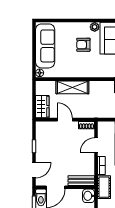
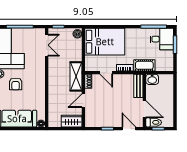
shelving: (72, 87) -> (76, 76), moved

